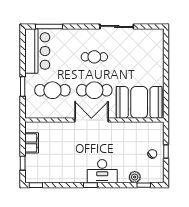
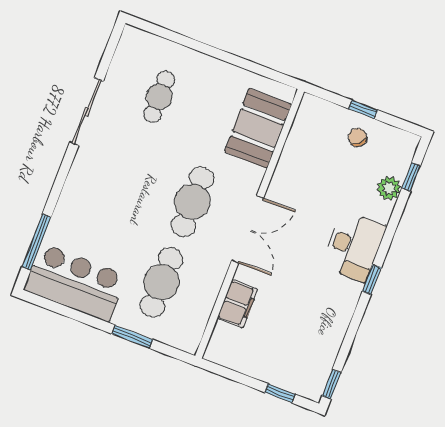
cafe table: (94, 57) -> (159, 97), moved
booth: (139, 102) -> (258, 128), width x0.73, depth x0.70
double door: (91, 120) -> (248, 229), swing flipped
filing cabinet: (32, 143) -> (238, 304), moved, turned 90

